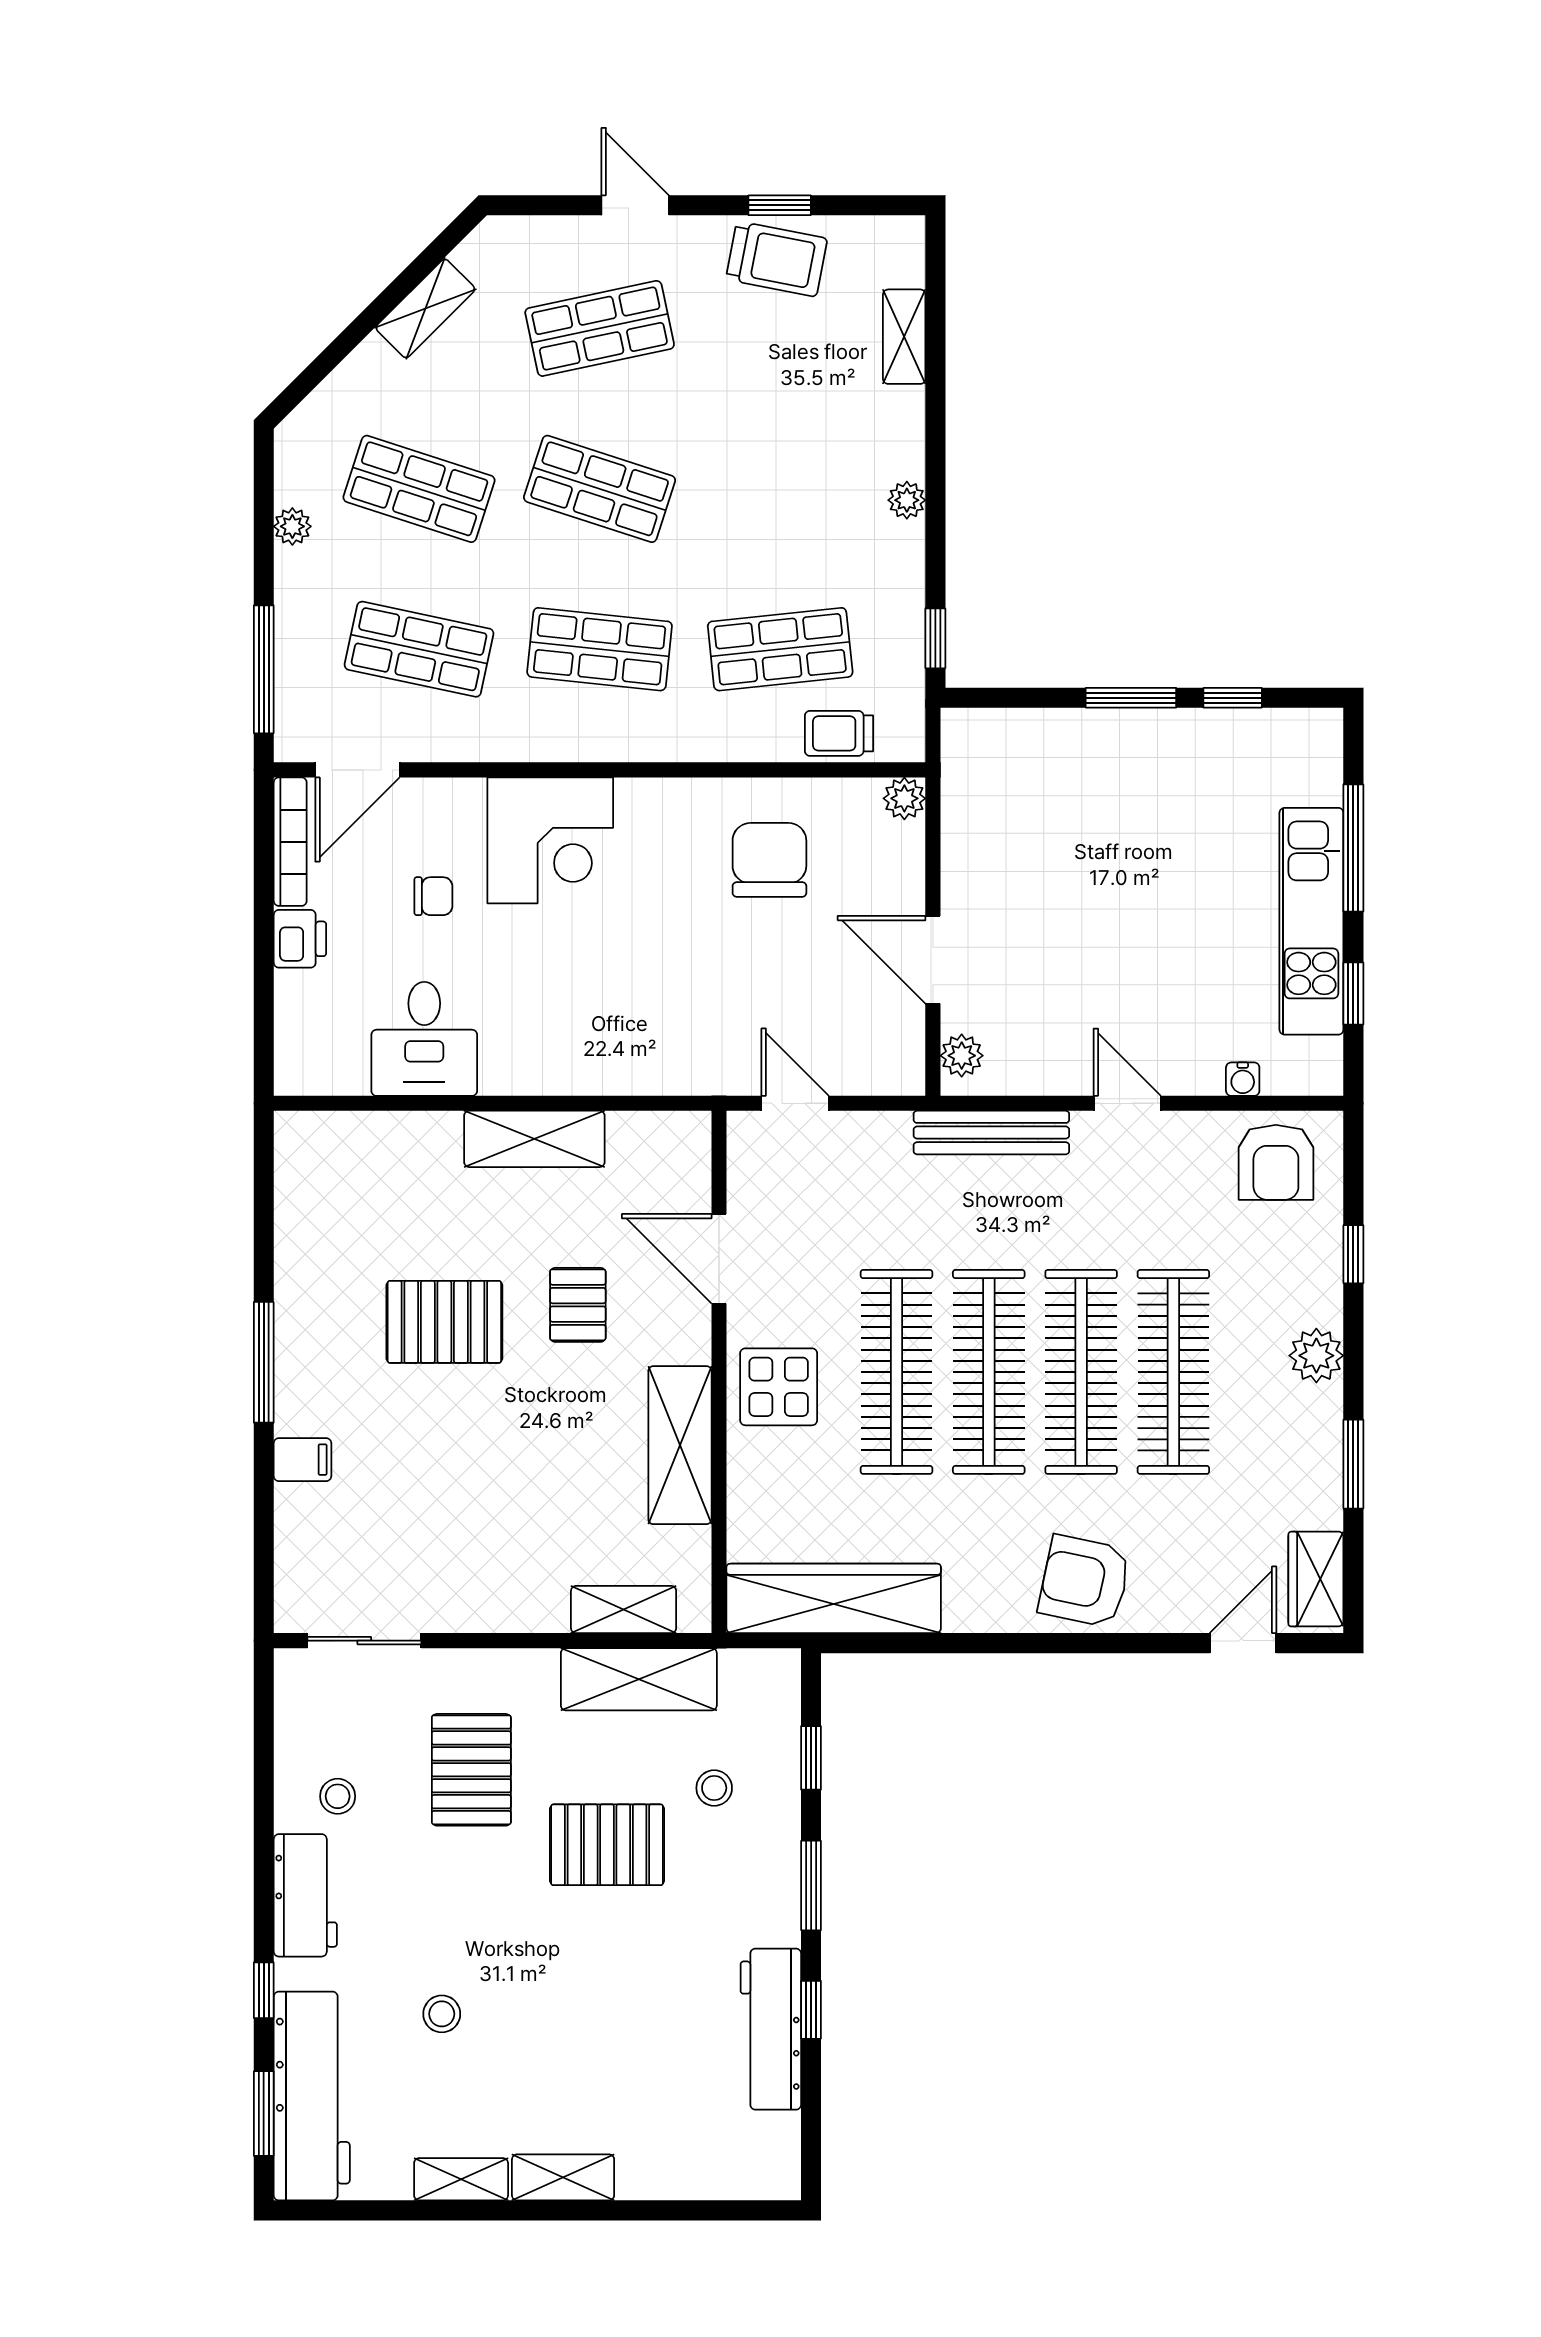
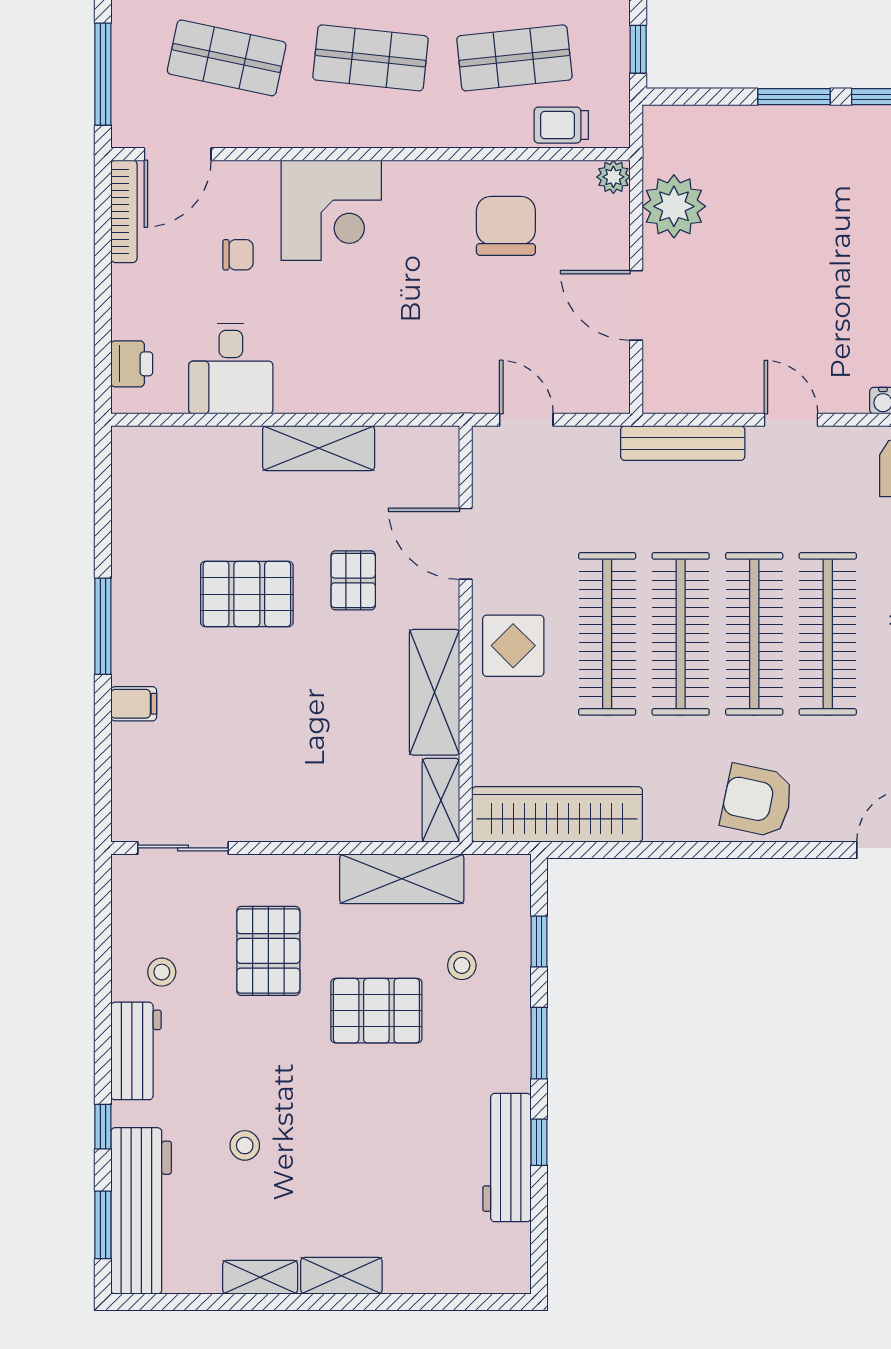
printer: (300, 939) -> (132, 364), moved
plant: (962, 1056) -> (674, 206), moved, width x1.87, depth x1.87
shelving: (624, 1610) -> (441, 800), moved, turned 90

